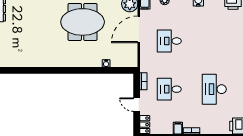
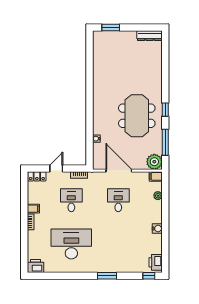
door: (139, 29) -> (119, 171), moved
desk: (214, 89) -> (71, 244), width x1.36, depth x1.30

